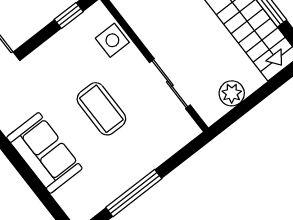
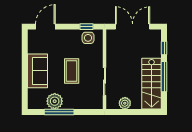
side table: (112, 40) -> (88, 38), moved
plant: (112, 181) -> (55, 101), added

